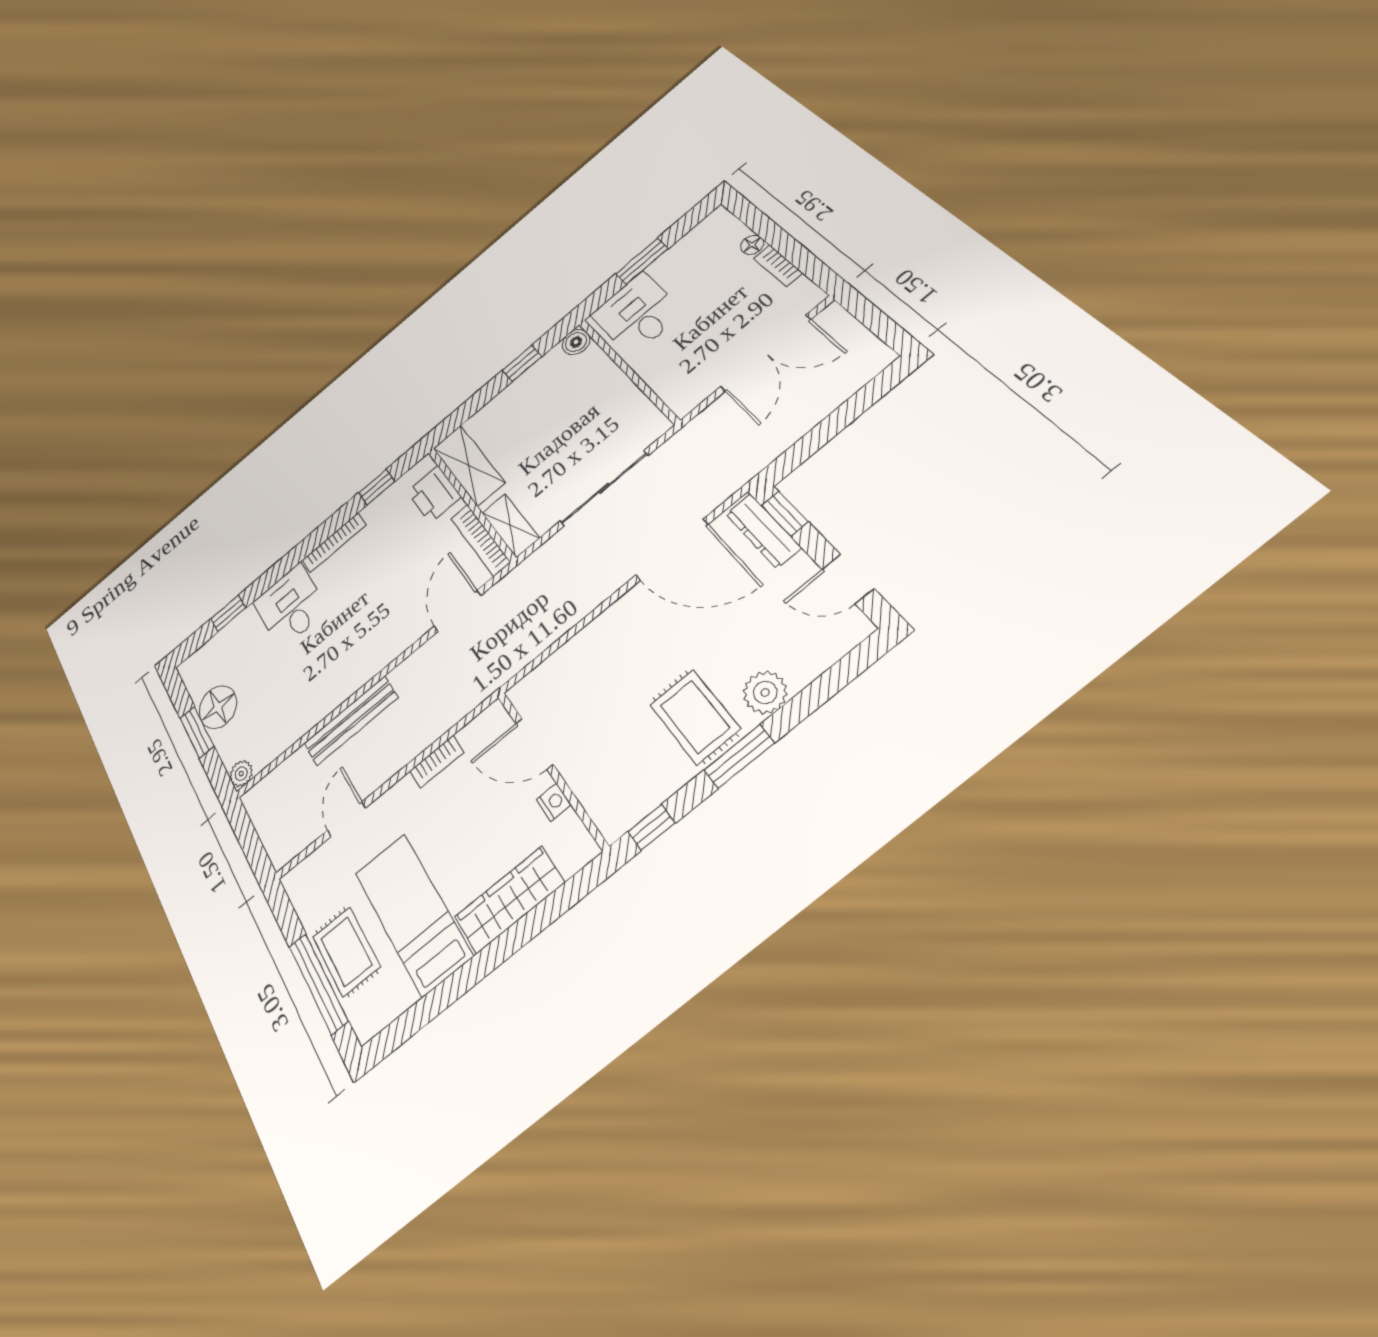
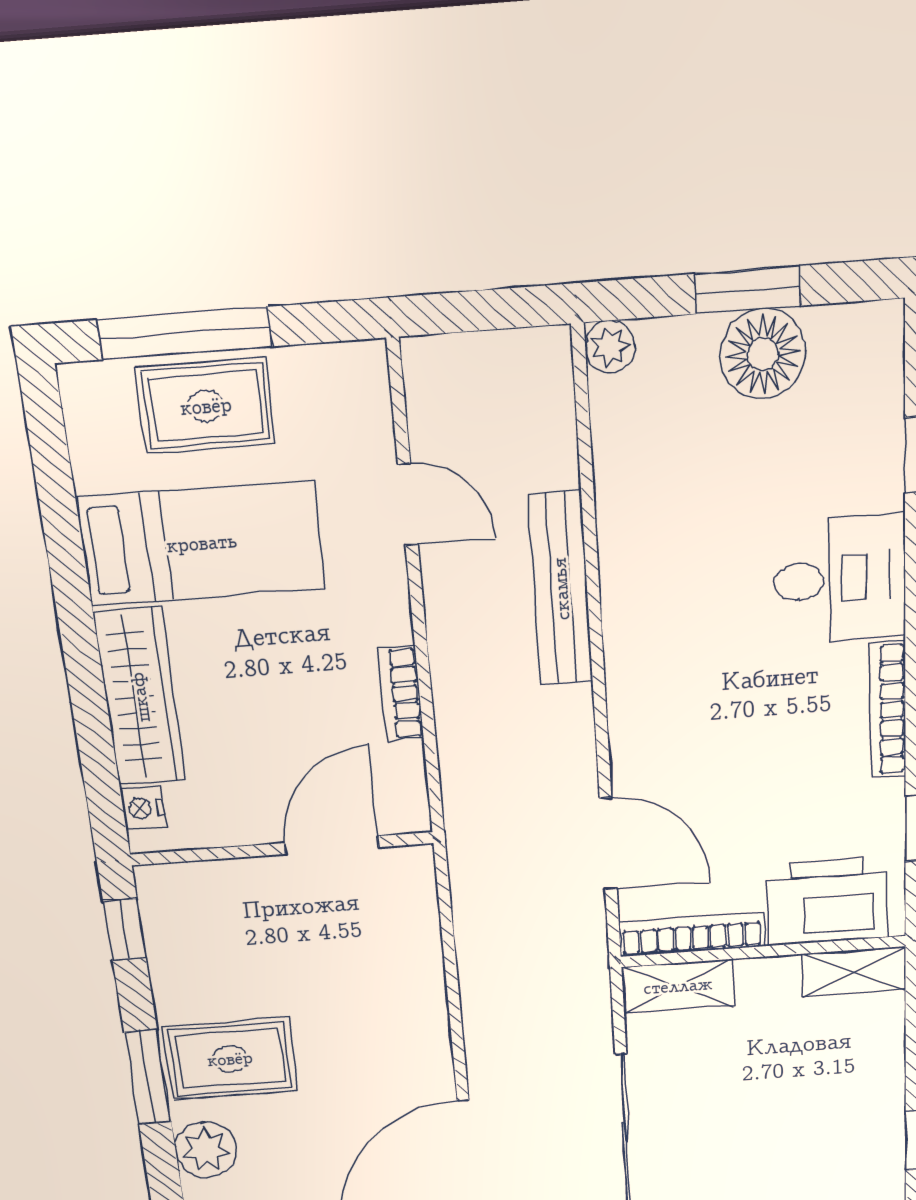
shelving: (469, 465) -> (854, 972), width x0.67, depth x0.75
printer: (434, 494) -> (827, 901), width x1.37, depth x1.19
nightstand: (554, 802) -> (143, 808), moved, turned 90

